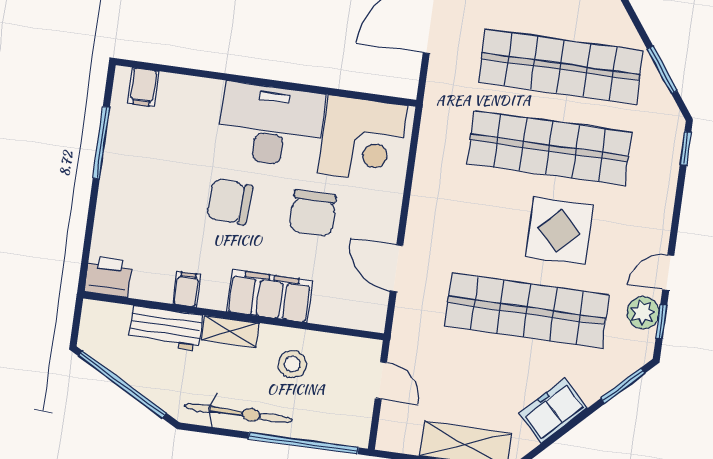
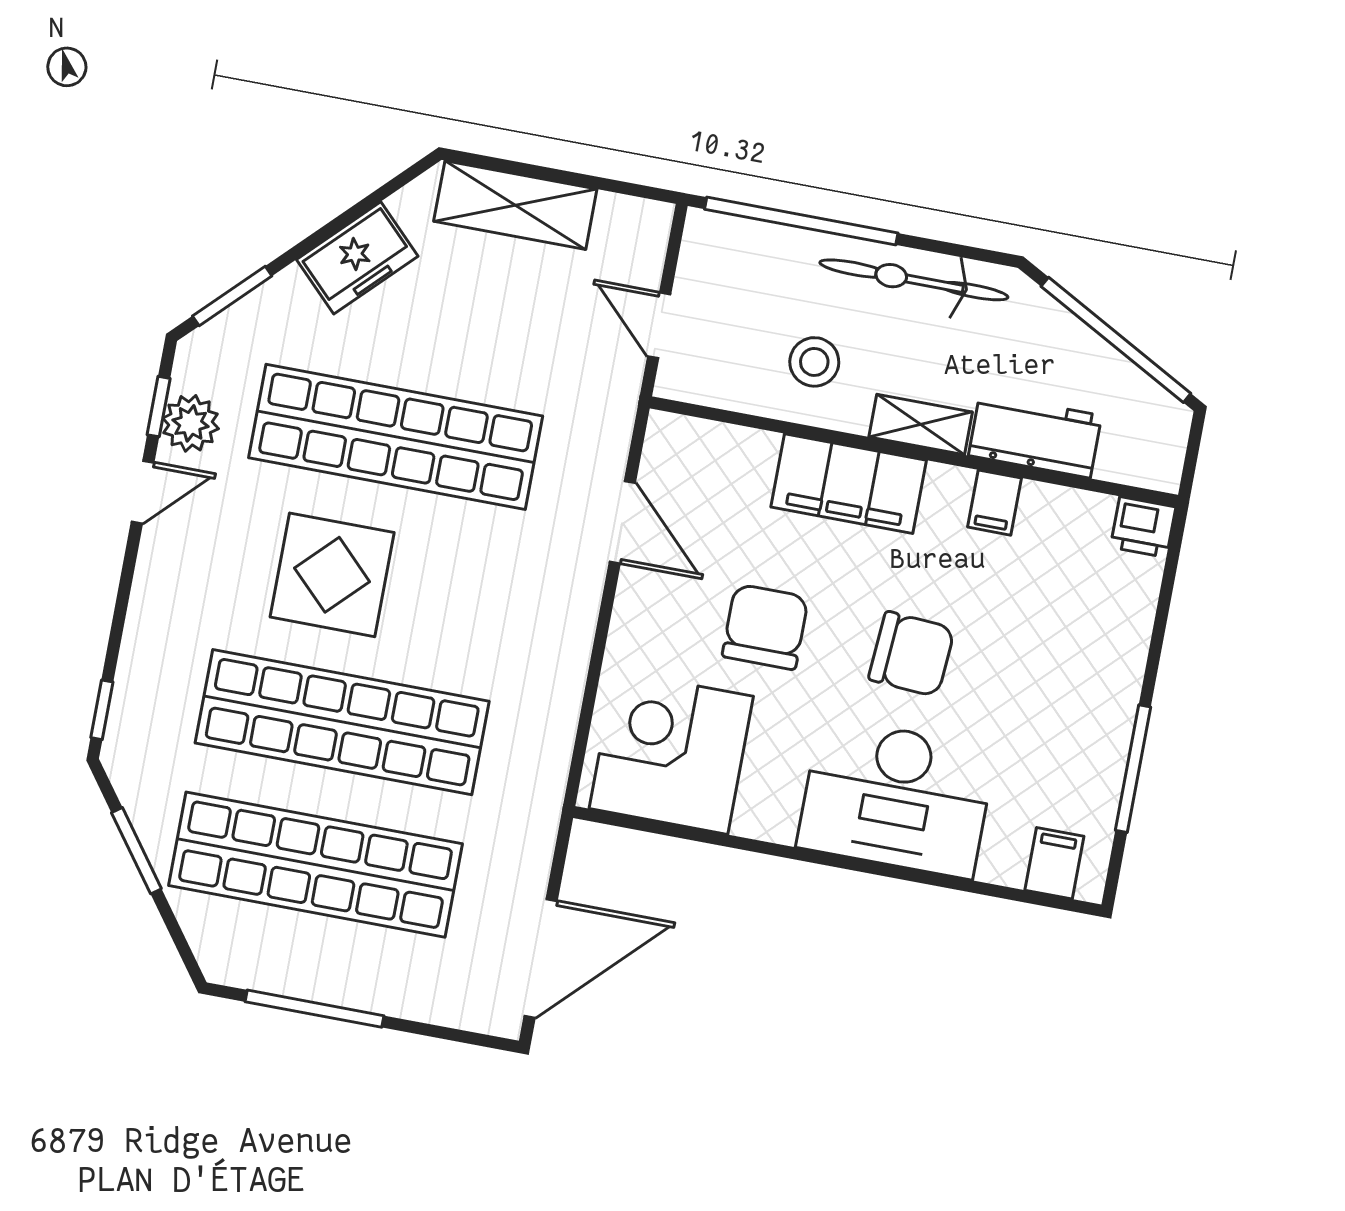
desk: (271, 125) -> (896, 798), moved
printer: (108, 277) -> (1143, 527), width x0.73, depth x0.81

